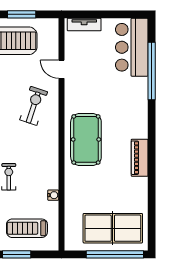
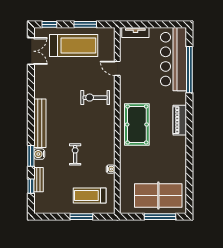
bar counter: (132, 47) -> (174, 59), width x1.36
exercise bike: (34, 106) -> (95, 98), turned -108
piano: (140, 158) -> (180, 120), moved
window: (115, 254) -> (160, 217), width x0.68

